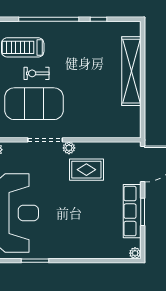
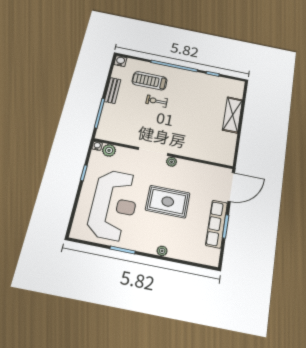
shelving: (131, 71) -> (232, 115), width x0.68
exercise mat: (34, 104) -> (150, 122), removed
rug: (86, 170) -> (168, 202), moved, width x1.36, depth x1.43
plant: (135, 253) -> (162, 251), moved

